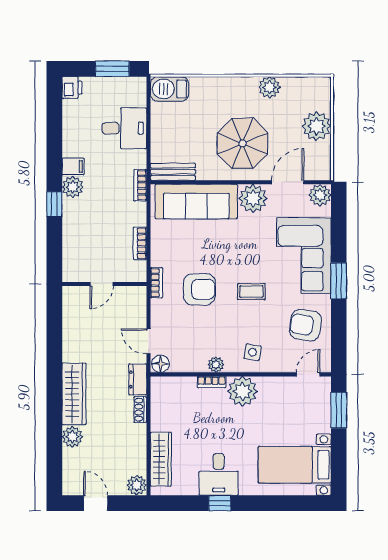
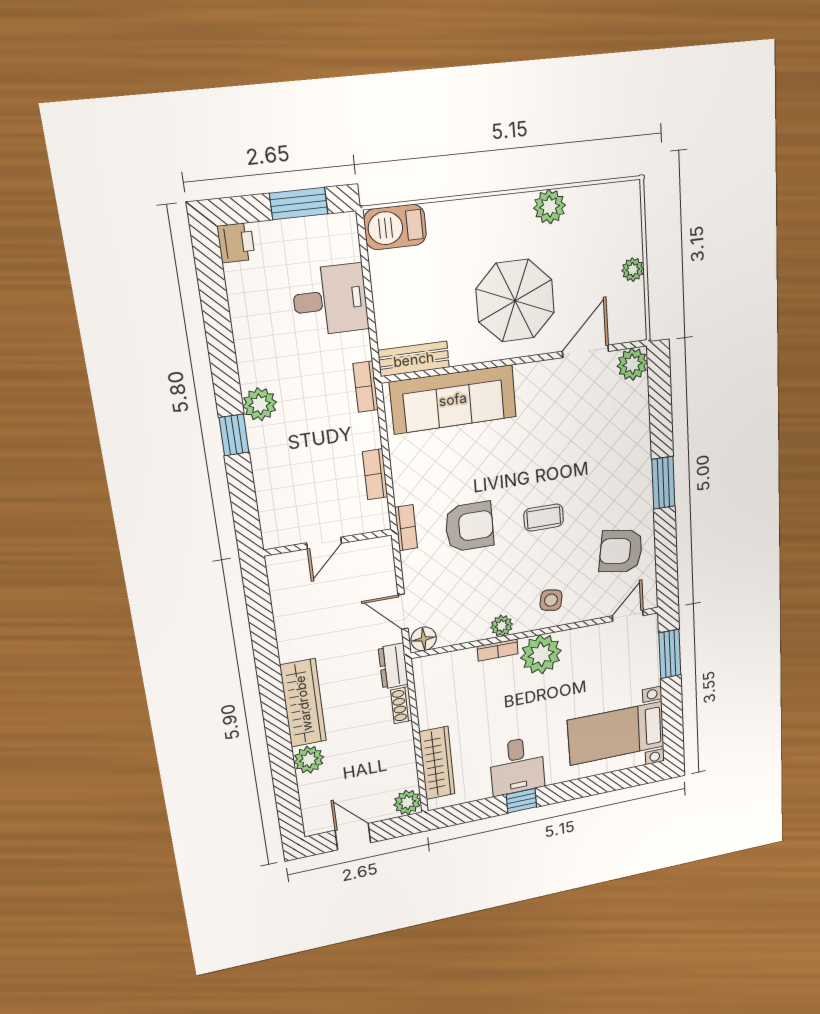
plant: (316, 126) -> (633, 270), width x0.53, depth x0.53
filing cabinet: (73, 166) -> (256, 372), removed
plant: (253, 198) -> (537, 383), removed
corner sofa: (304, 256) -> (614, 455), removed

